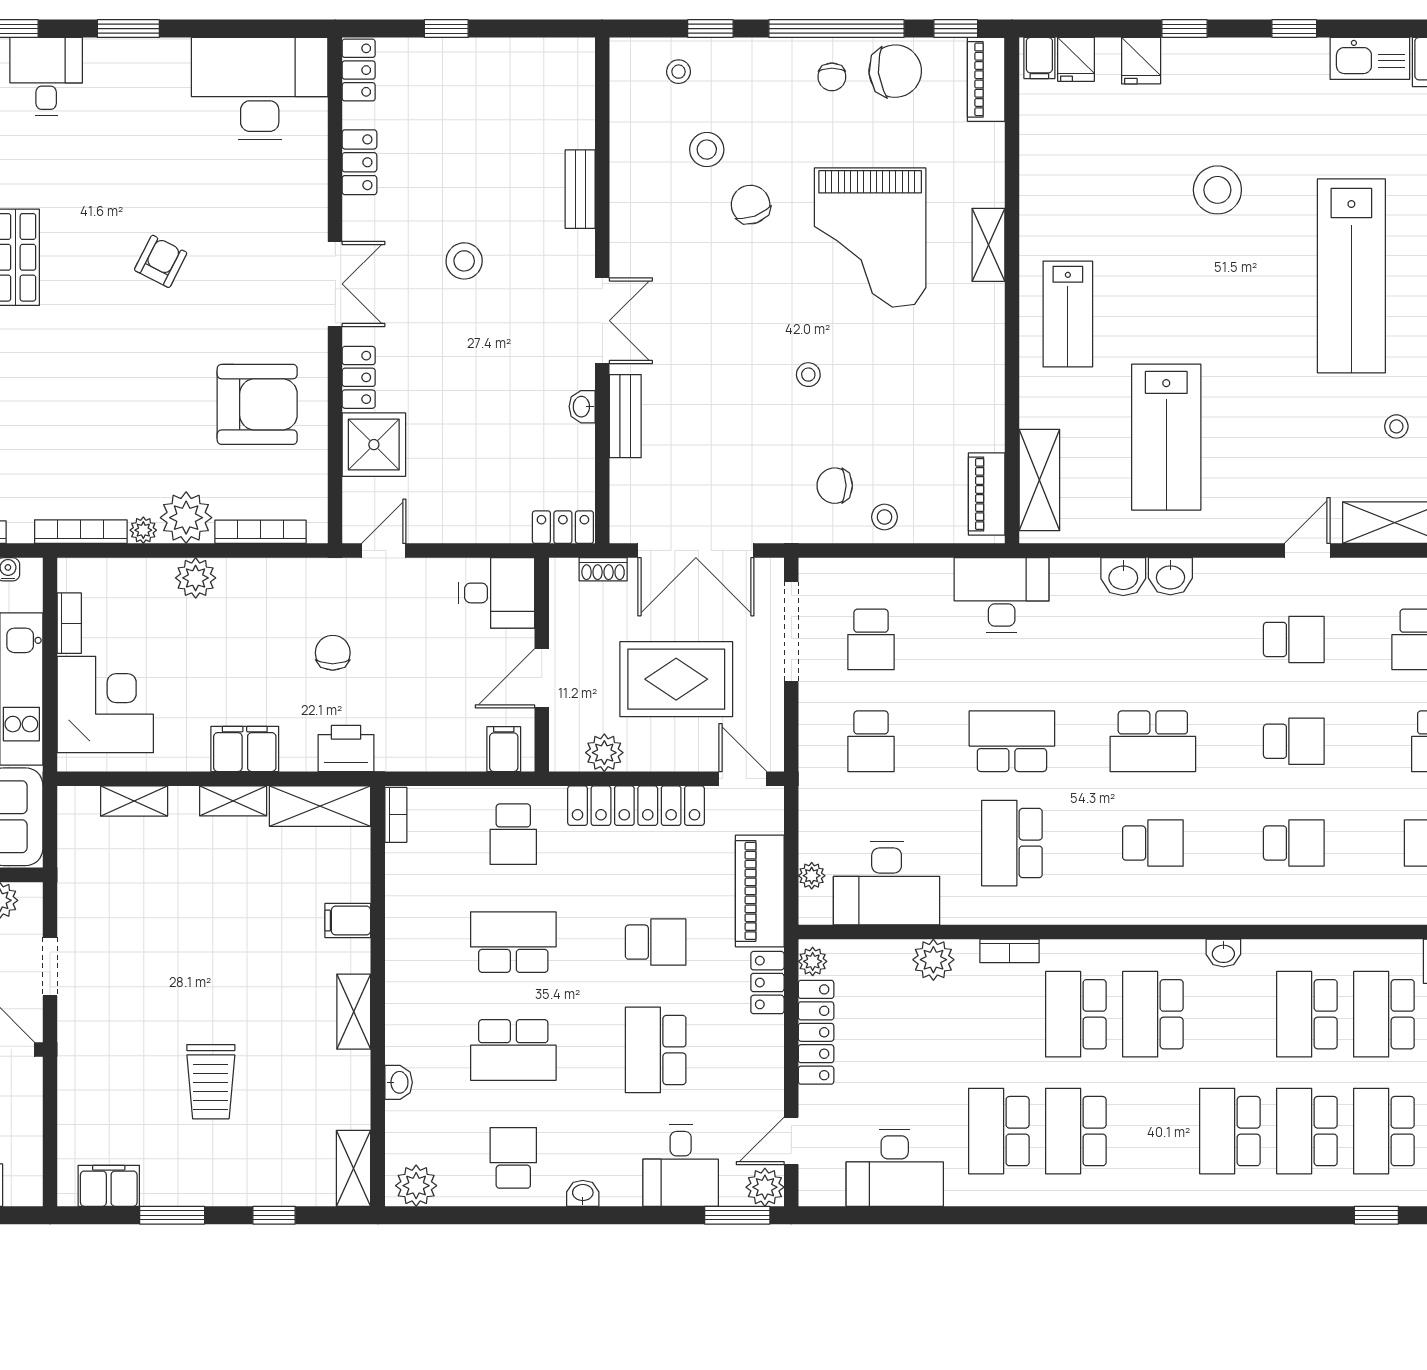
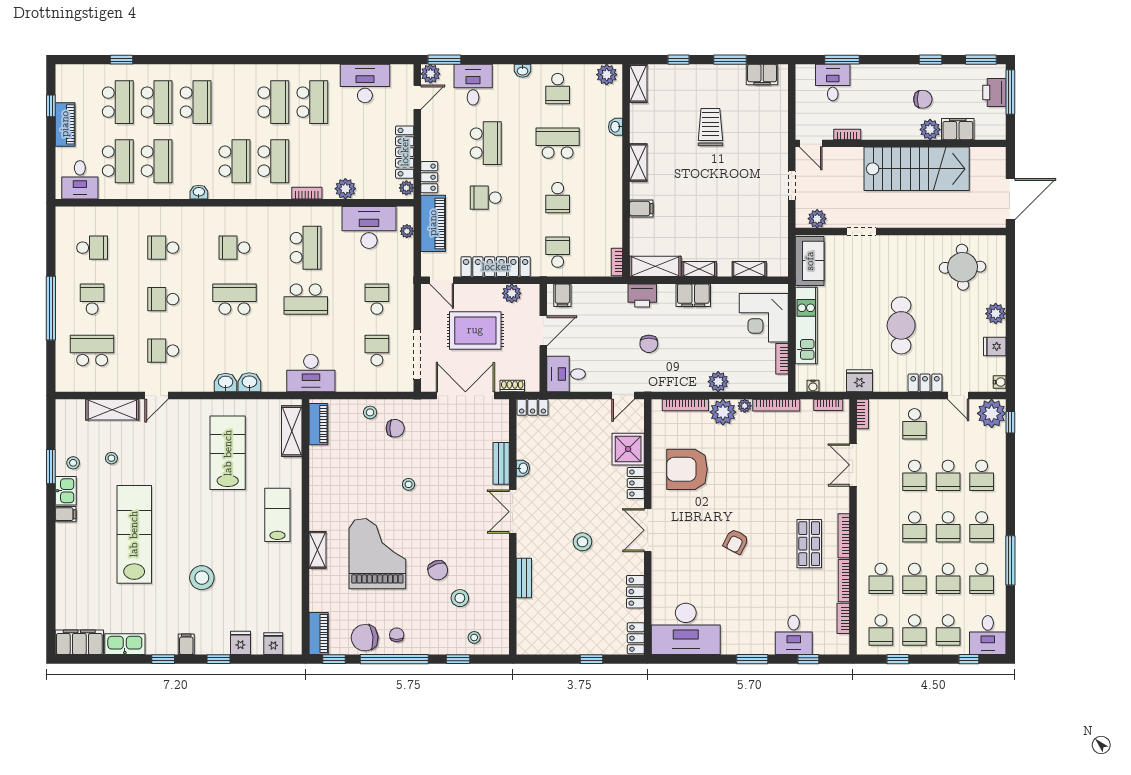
filing cabinet: (1039, 58) -> (186, 644), moved
school desk: (513, 942) -> (558, 198), width x0.54

